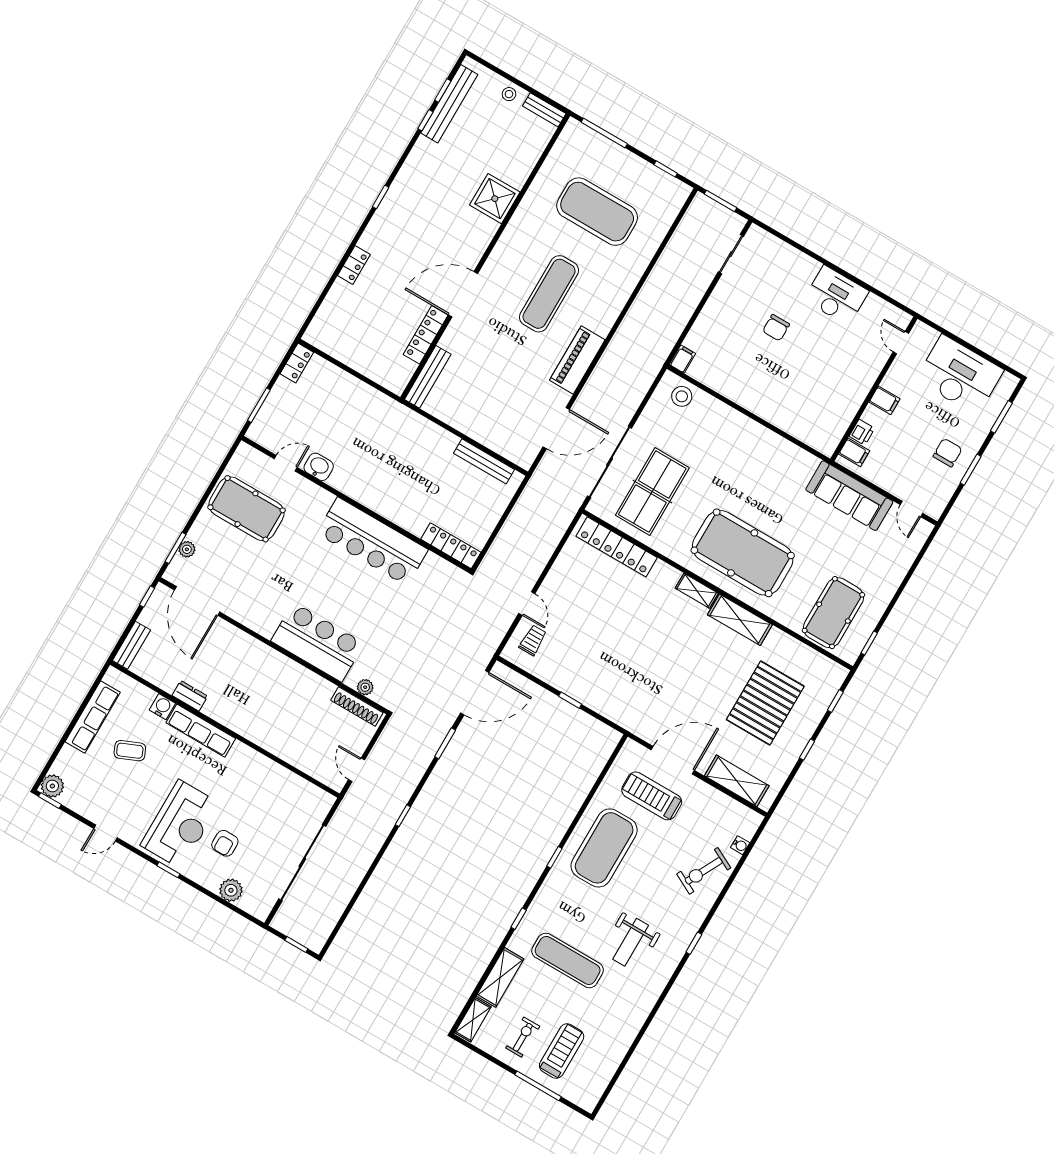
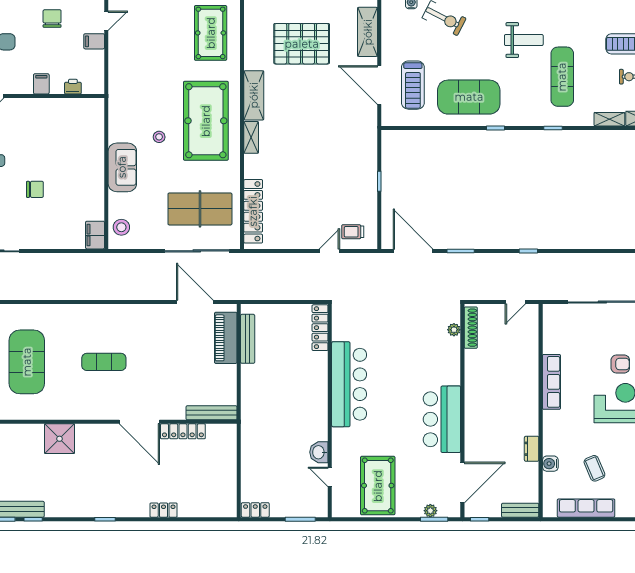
exercise mat: (549, 294) -> (104, 362), width x0.73, depth x0.69
filing cabinet: (682, 359) -> (95, 235), width x2.00
piano: (577, 360) -> (226, 338), moved, turned 90
filing cabinet: (854, 452) -> (94, 41), moved, turned -90
chair: (948, 453) -> (52, 18), turned 90
stool: (755, 493) -> (159, 137), added
sofa: (849, 496) -> (122, 167), moved, width x0.73
pool table: (833, 613) -> (211, 33), turned 90
bar counter: (318, 642) -> (442, 419), moved
row of seats: (201, 731) -> (551, 382), moved
shelving: (500, 977) -> (609, 119), width x0.67, depth x0.75

